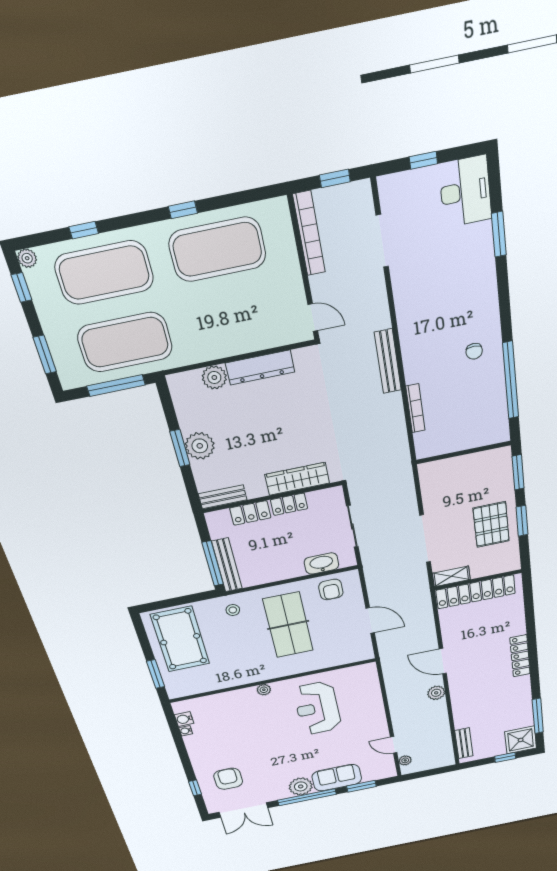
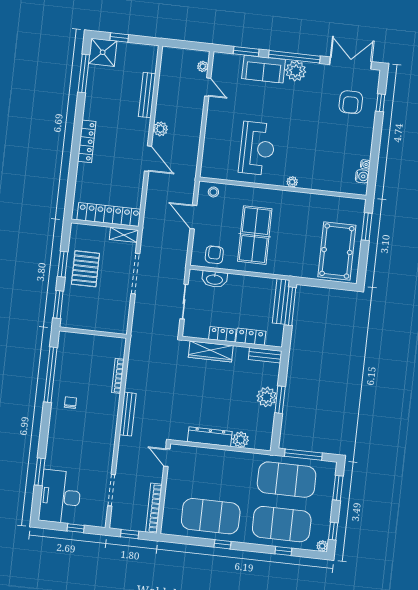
desk: (465, 192) -> (60, 497), width x1.36, depth x1.30
stool: (233, 610) -> (213, 192), moved
bench: (464, 743) -> (147, 95), moved, width x1.36

